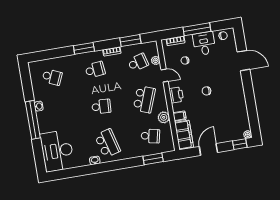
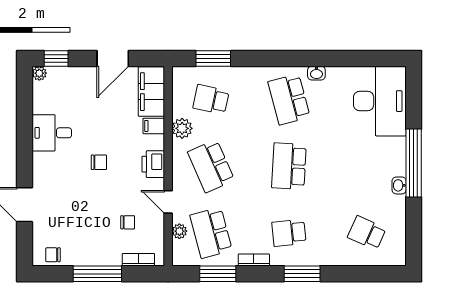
desk: (204, 44) -> (52, 133), moved, turned 90
school desk: (138, 62) -> (211, 233), width x1.85
school desk: (144, 99) -> (211, 166), turned -45
school desk: (101, 107) -> (289, 166), width x1.85

